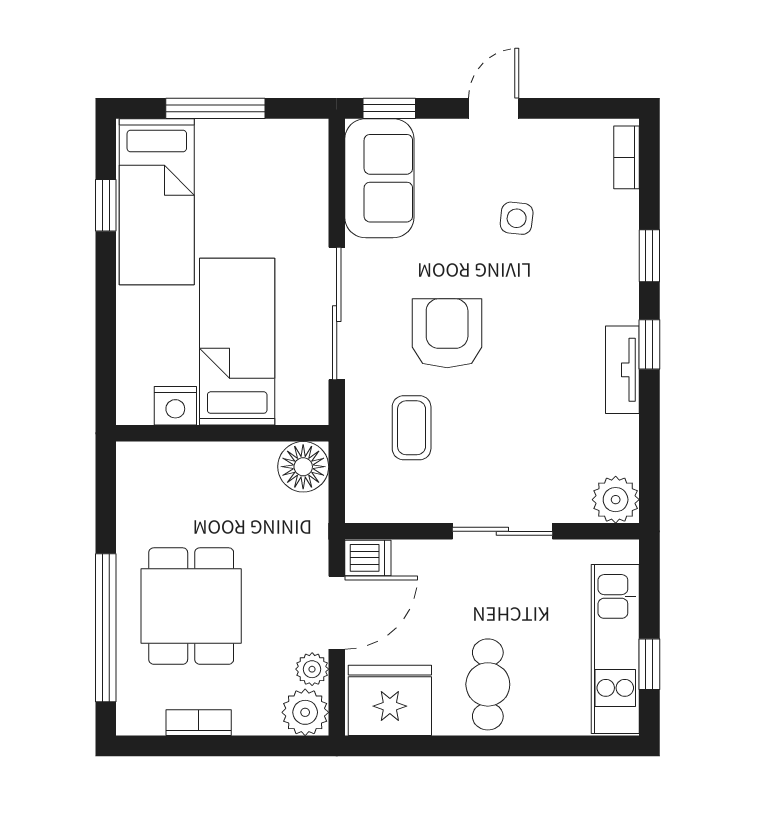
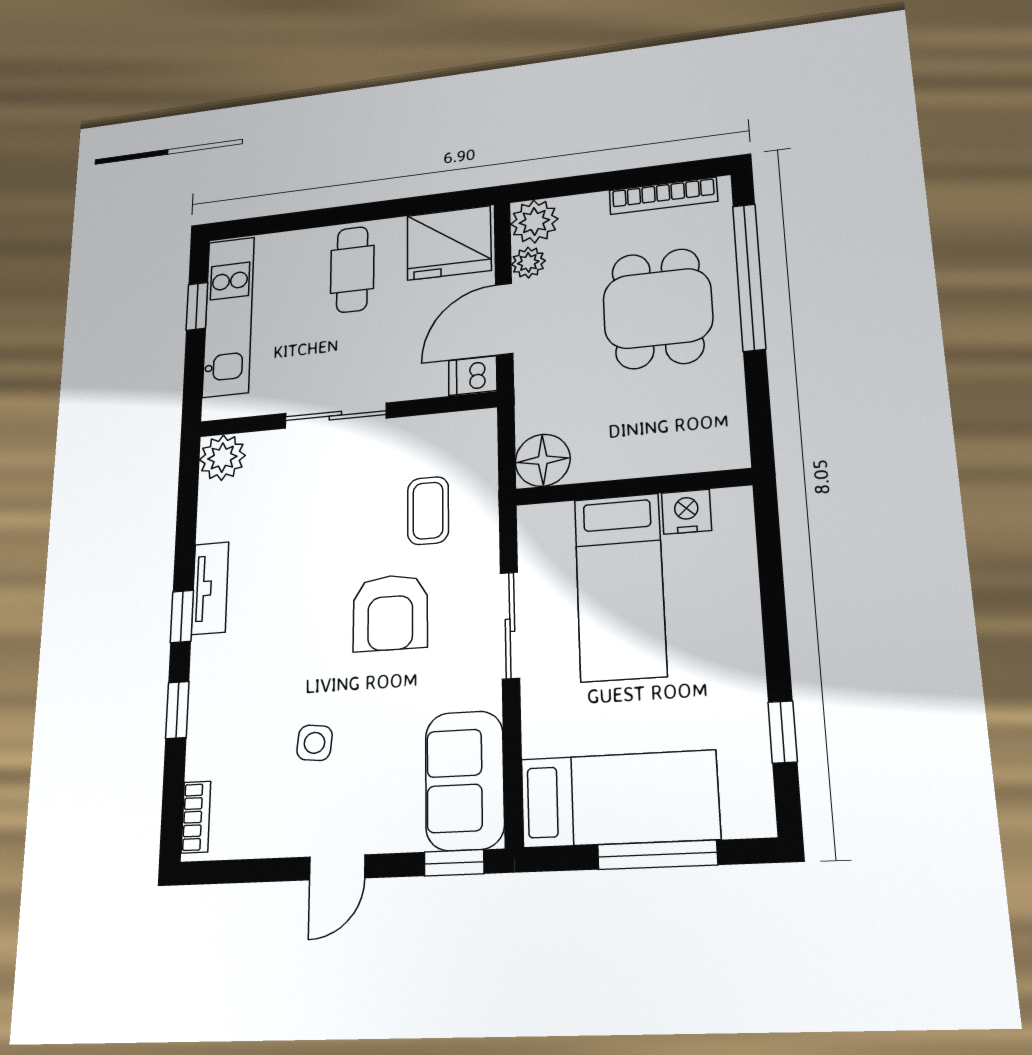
bed: (157, 202) -> (619, 799), moved, turned 90
sliding door: (337, 314) -> (510, 625), width x0.73
bookcase: (199, 723) -> (663, 196), width x1.56

